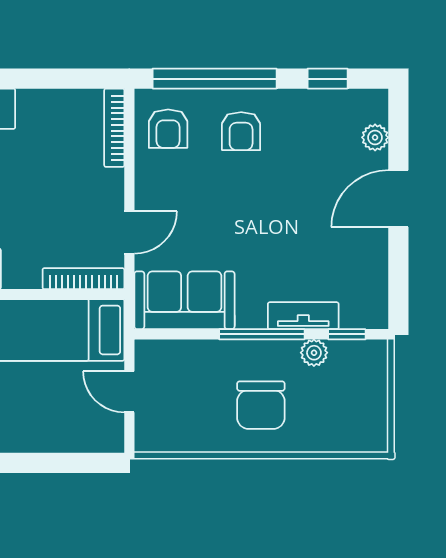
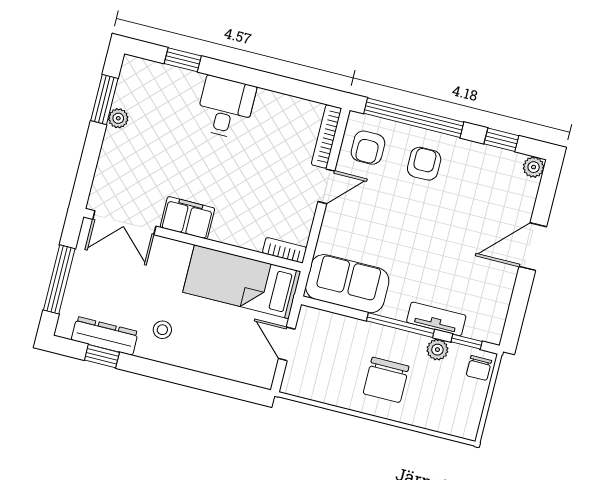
armchair: (241, 131) -> (424, 164), turned 180
plant: (375, 137) -> (534, 167), moved
door: (129, 232) -> (326, 186), moved
bookcase: (83, 279) -> (285, 250), width x0.64
chair: (370, 362) -> (479, 368), added

